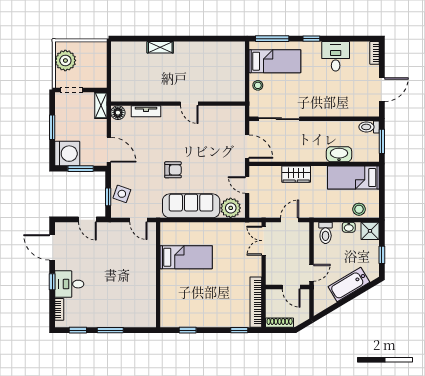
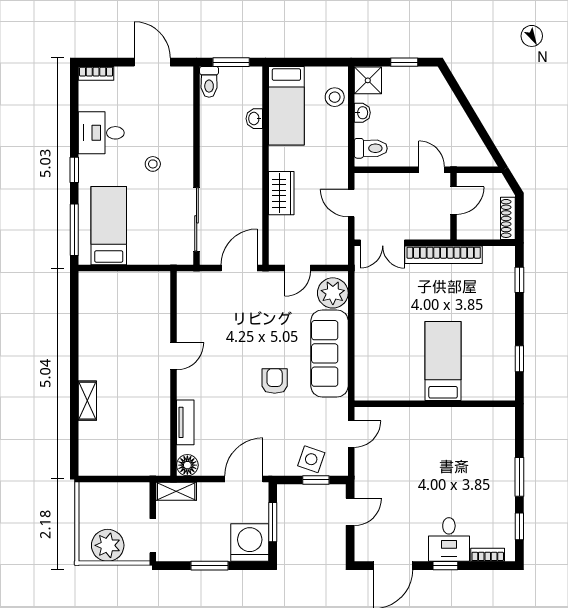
stool: (258, 85) -> (153, 164), moved
washbasin: (339, 154) -> (254, 119), width x0.52, depth x0.69
bed: (186, 257) -> (443, 361), moved
bathtub: (349, 284) -> (450, 112), removed
bookcase: (256, 302) -> (444, 255), moved

